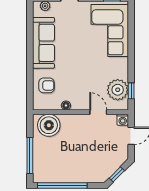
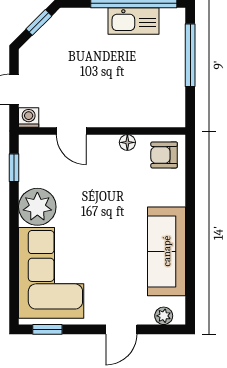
armchair: (46, 85) -> (164, 155), moved
plant: (118, 90) -> (37, 207), moved
boiler: (49, 125) -> (157, 108), removed
kitchen sink: (62, 175) -> (134, 21), added

